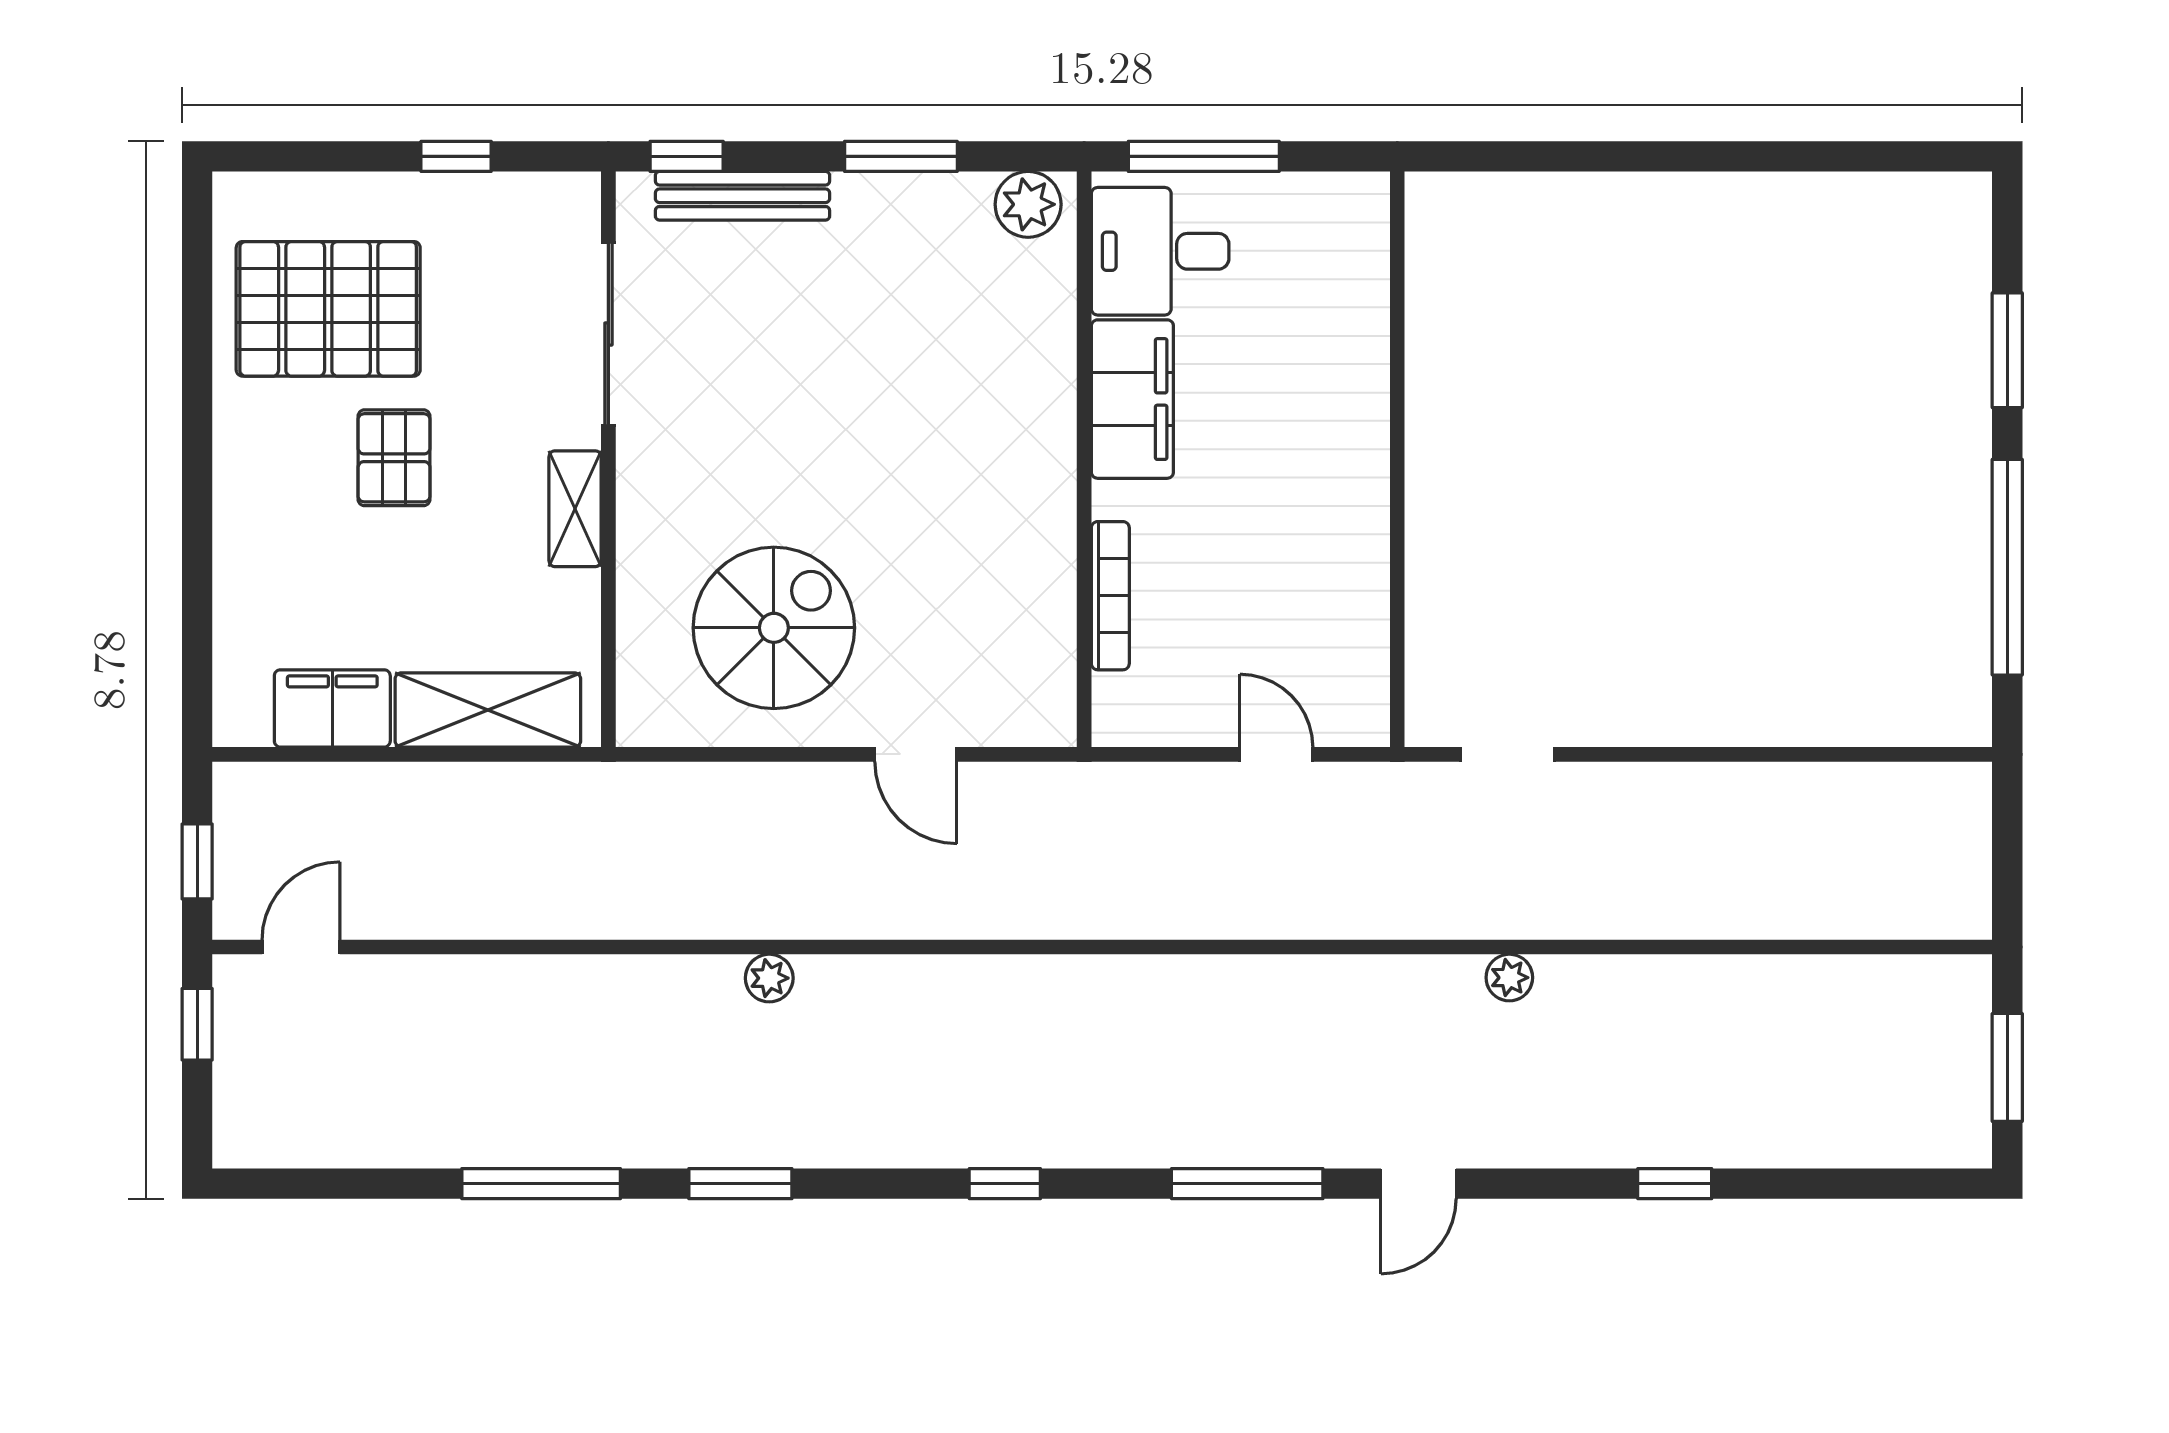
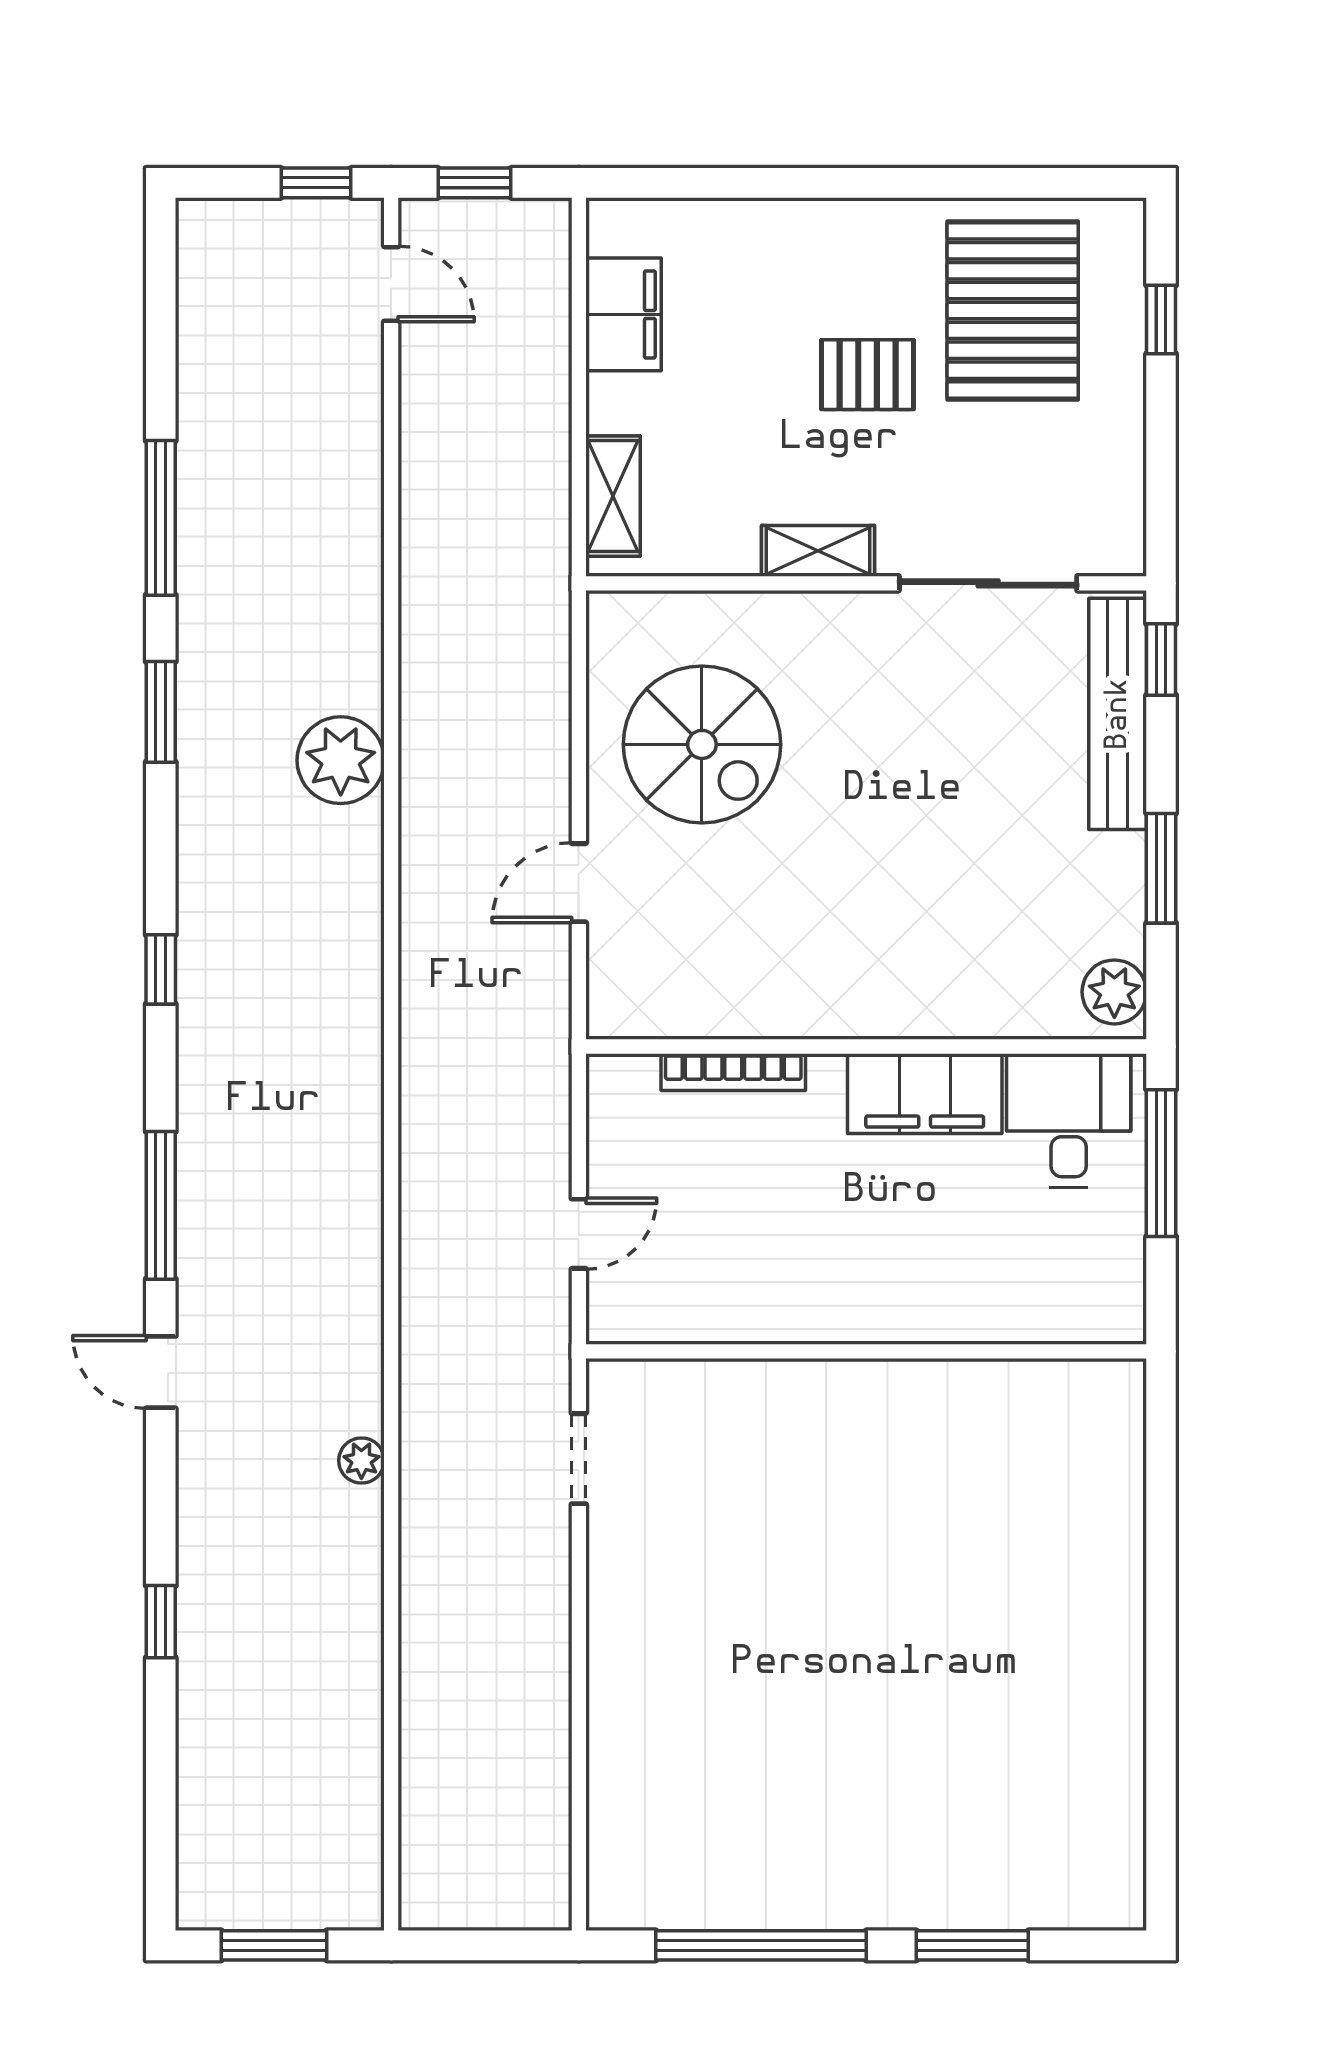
window: (456, 156) -> (1161, 320), moved
bench: (743, 196) -> (1118, 714), width x1.37, depth x1.21
shelving: (488, 710) -> (613, 496), width x0.67, depth x0.75
plant: (769, 978) -> (341, 760), width x1.87, depth x1.87

